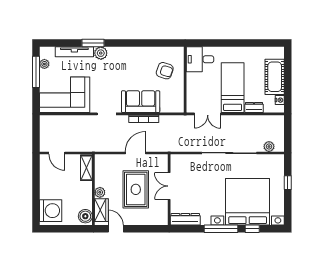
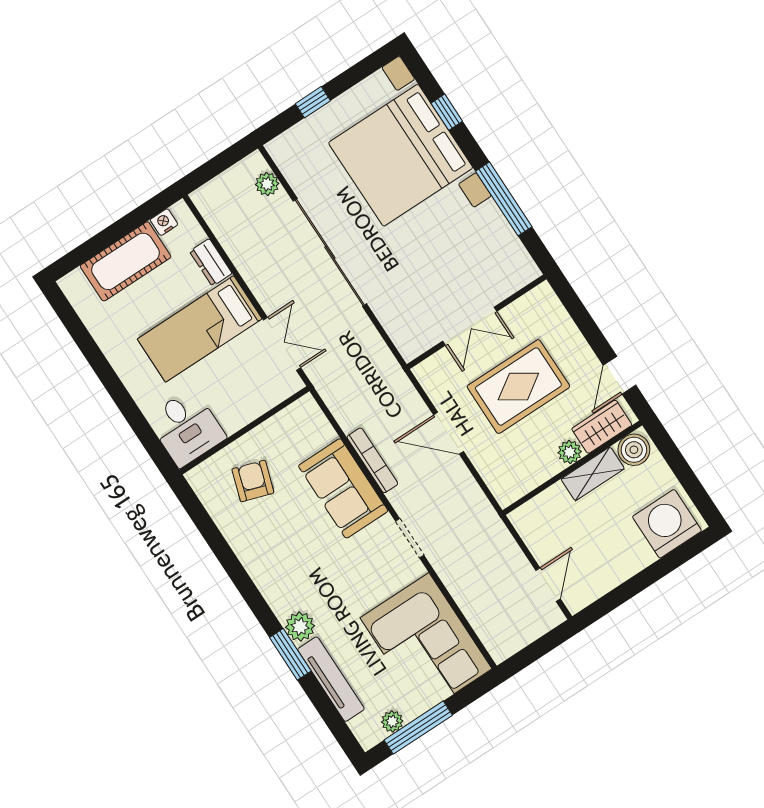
shelving: (86, 168) -> (593, 474), moved
dresser: (185, 219) -> (513, 253), removed
window: (221, 229) -> (504, 199), moved

